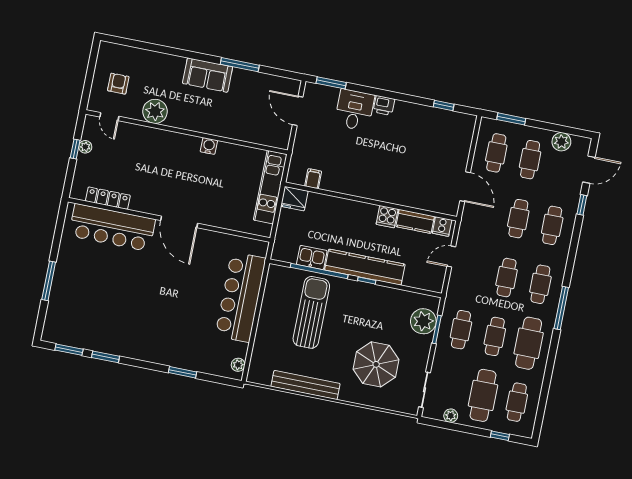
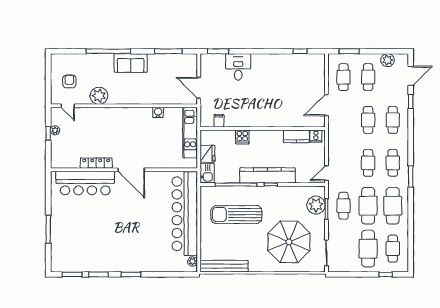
window: (180, 53) -> (108, 51), added
window: (240, 65) -> (168, 51), moved
printer: (384, 105) -> (258, 60), removed
door: (298, 111) -> (199, 88), moved
water cooler: (209, 146) -> (158, 112), moved
door: (465, 187) -> (326, 105), swing flipped
locker: (108, 198) -> (96, 163), moved
fridge: (294, 199) -> (207, 154), moved, turned -90
cooker: (387, 217) -> (242, 137), moved
door: (451, 257) -> (326, 173), moved
kitchen sink: (312, 258) -> (207, 173), moved, turned 90
bar counter: (241, 297) -> (185, 214), width x1.36
window: (561, 308) -> (411, 177), width x0.69
sun lounger: (311, 312) -> (236, 215), turned -90
cafe table: (495, 336) -> (368, 206), width x1.37, depth x1.35
parasol: (376, 364) -> (289, 242), width x1.36, depth x1.36
window: (182, 372) -> (131, 274), moved
bench: (305, 385) -> (224, 266), moved
plant: (451, 416) -> (348, 267), removed

